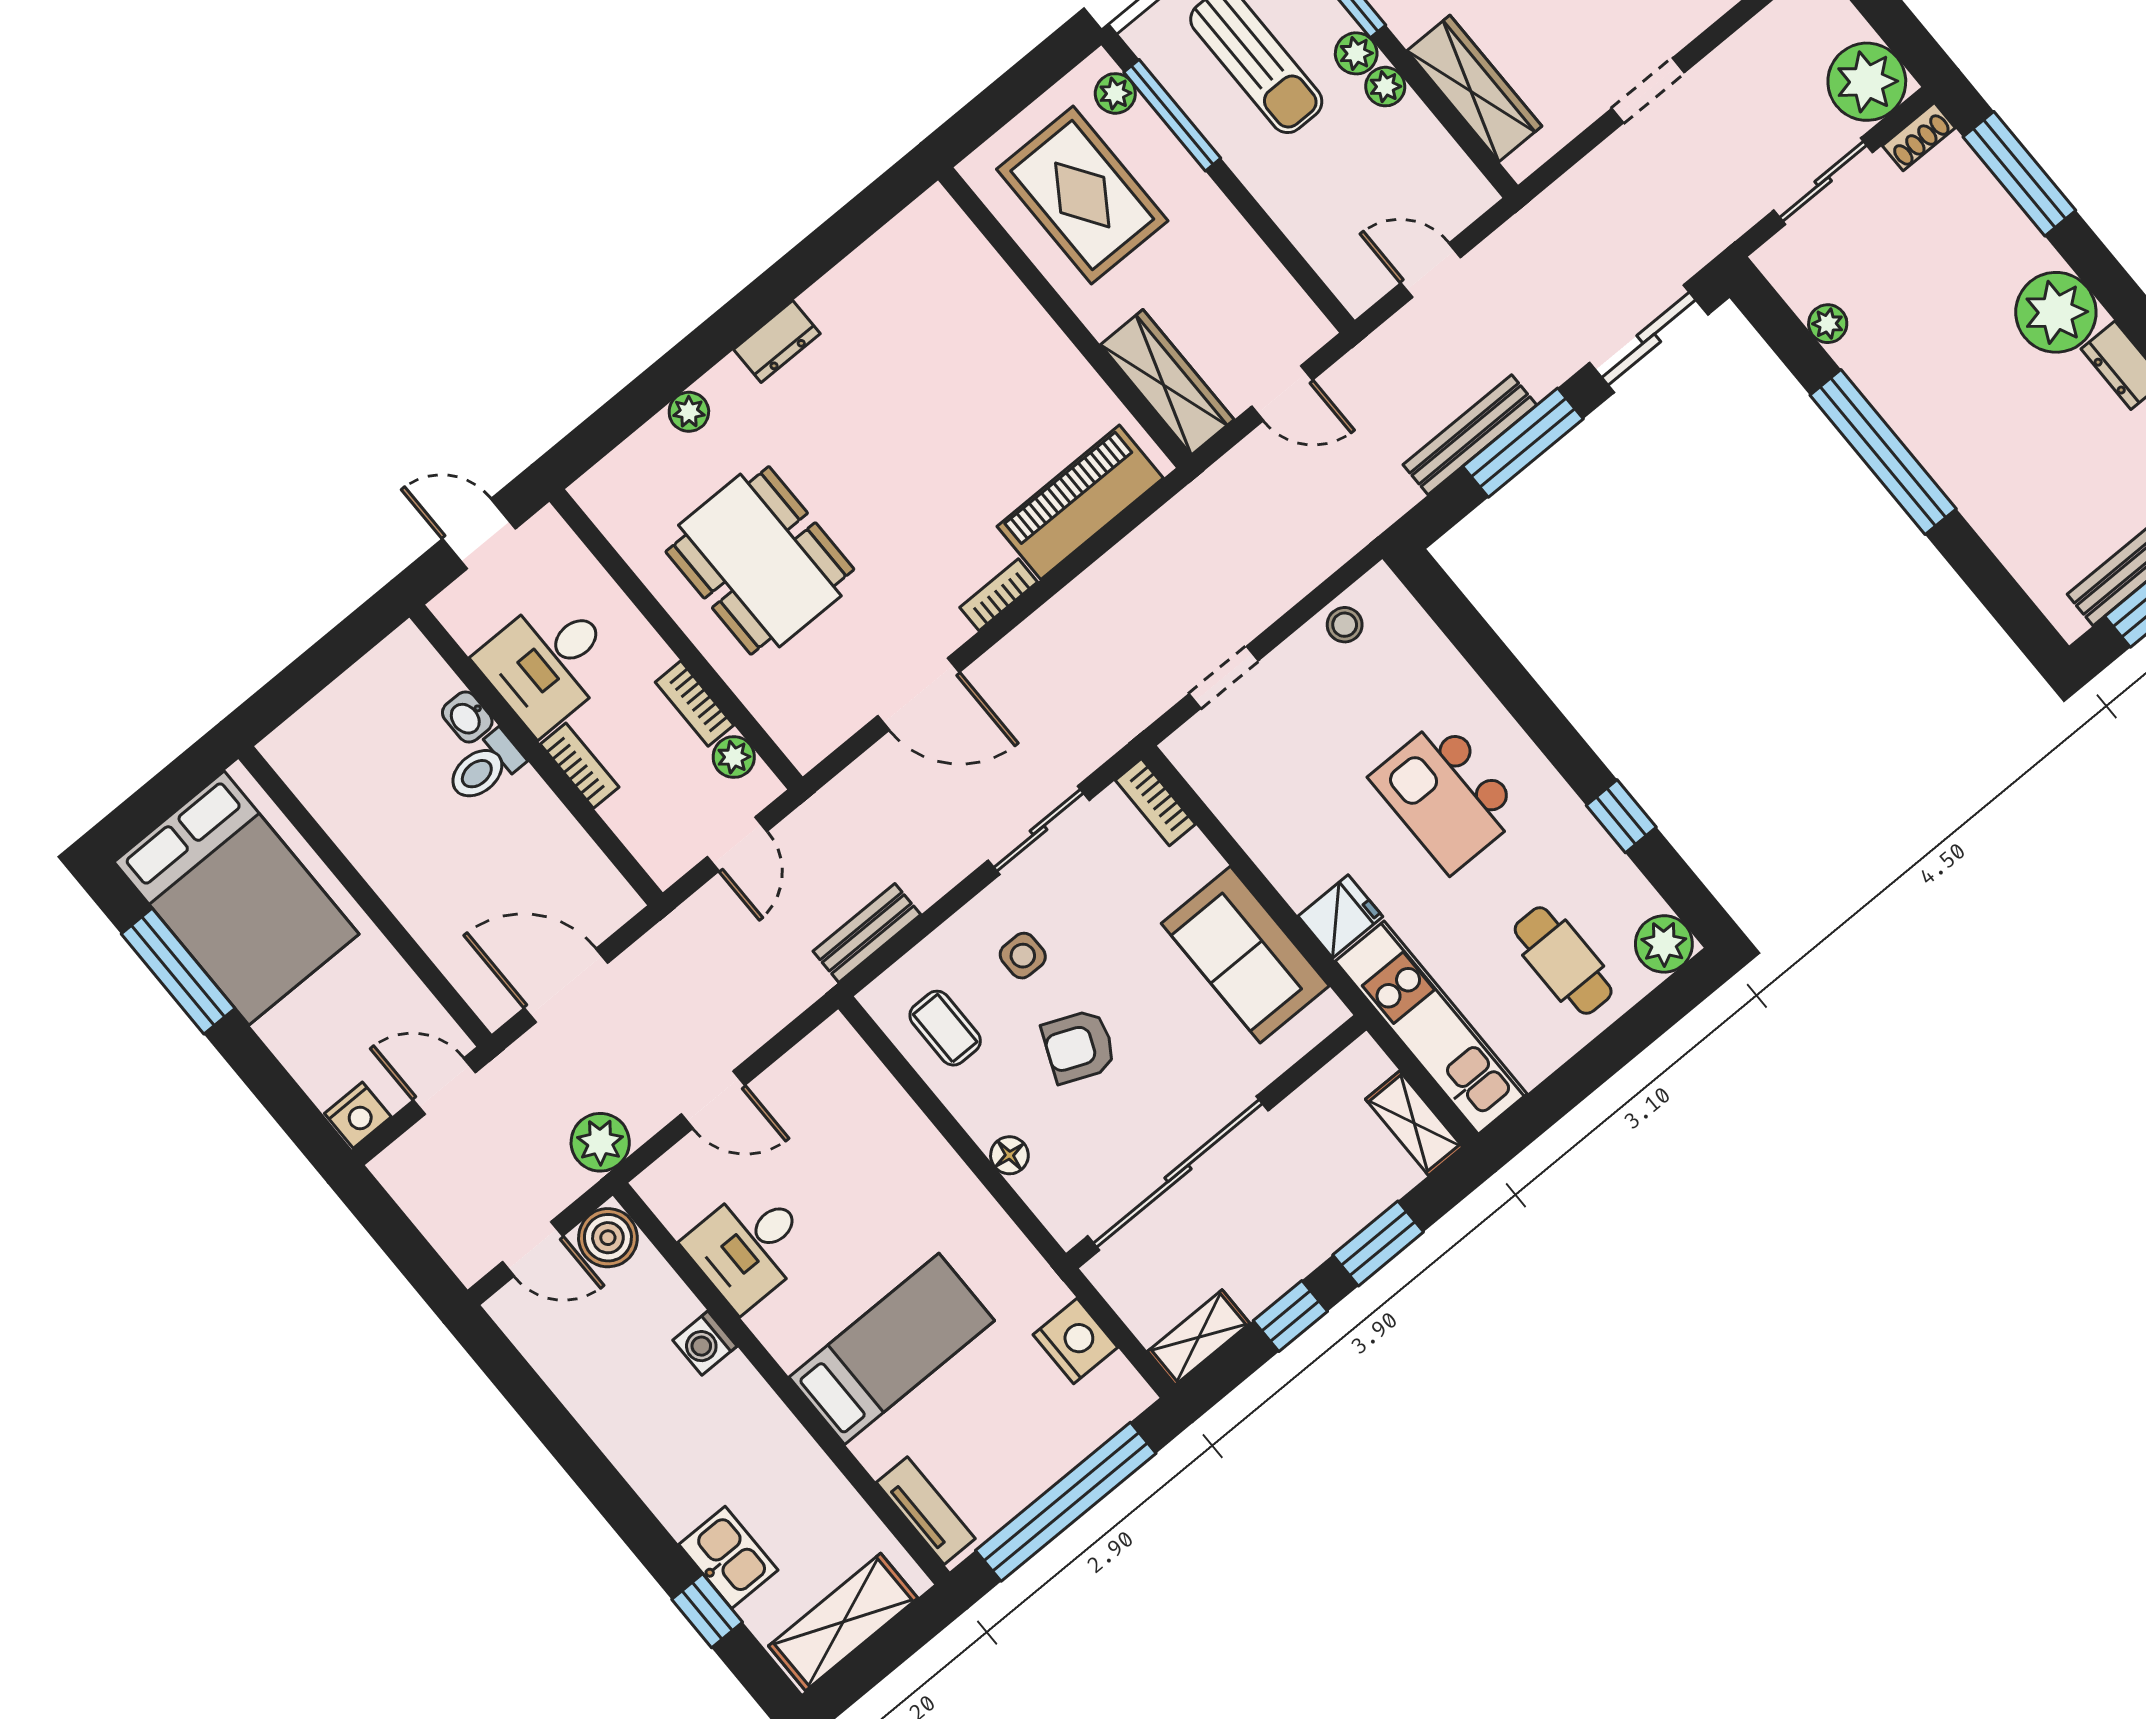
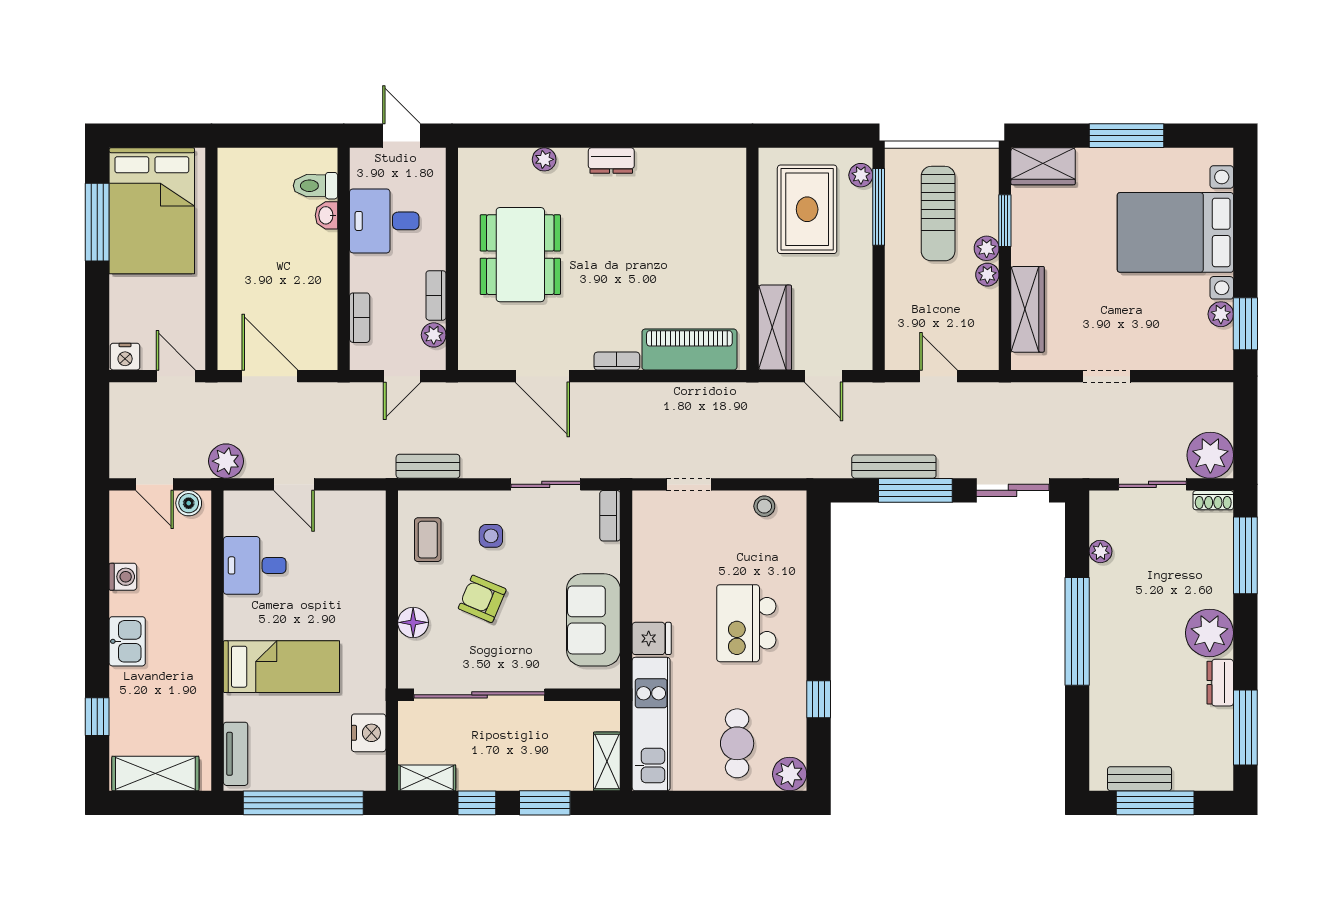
bookcase: (580, 766) -> (360, 318), moved
toilet: (485, 767) -> (316, 186), moved
floor lamp: (1009, 1155) -> (413, 622), width x1.37, depth x1.37
boiler: (608, 1238) -> (189, 503), width x0.73, depth x0.73
washing machine: (705, 1343) -> (123, 577), moved, turned 180
kitchen sink: (728, 1557) -> (127, 641), moved

